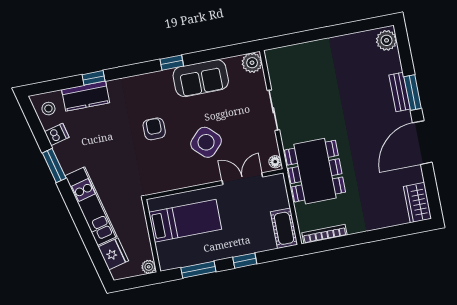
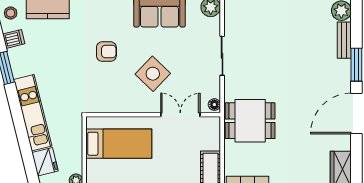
bench: (400, 92) -> (344, 40), moved
armchair: (154, 129) -> (106, 52), turned 90
dining table: (315, 171) -> (250, 121), width x0.73

